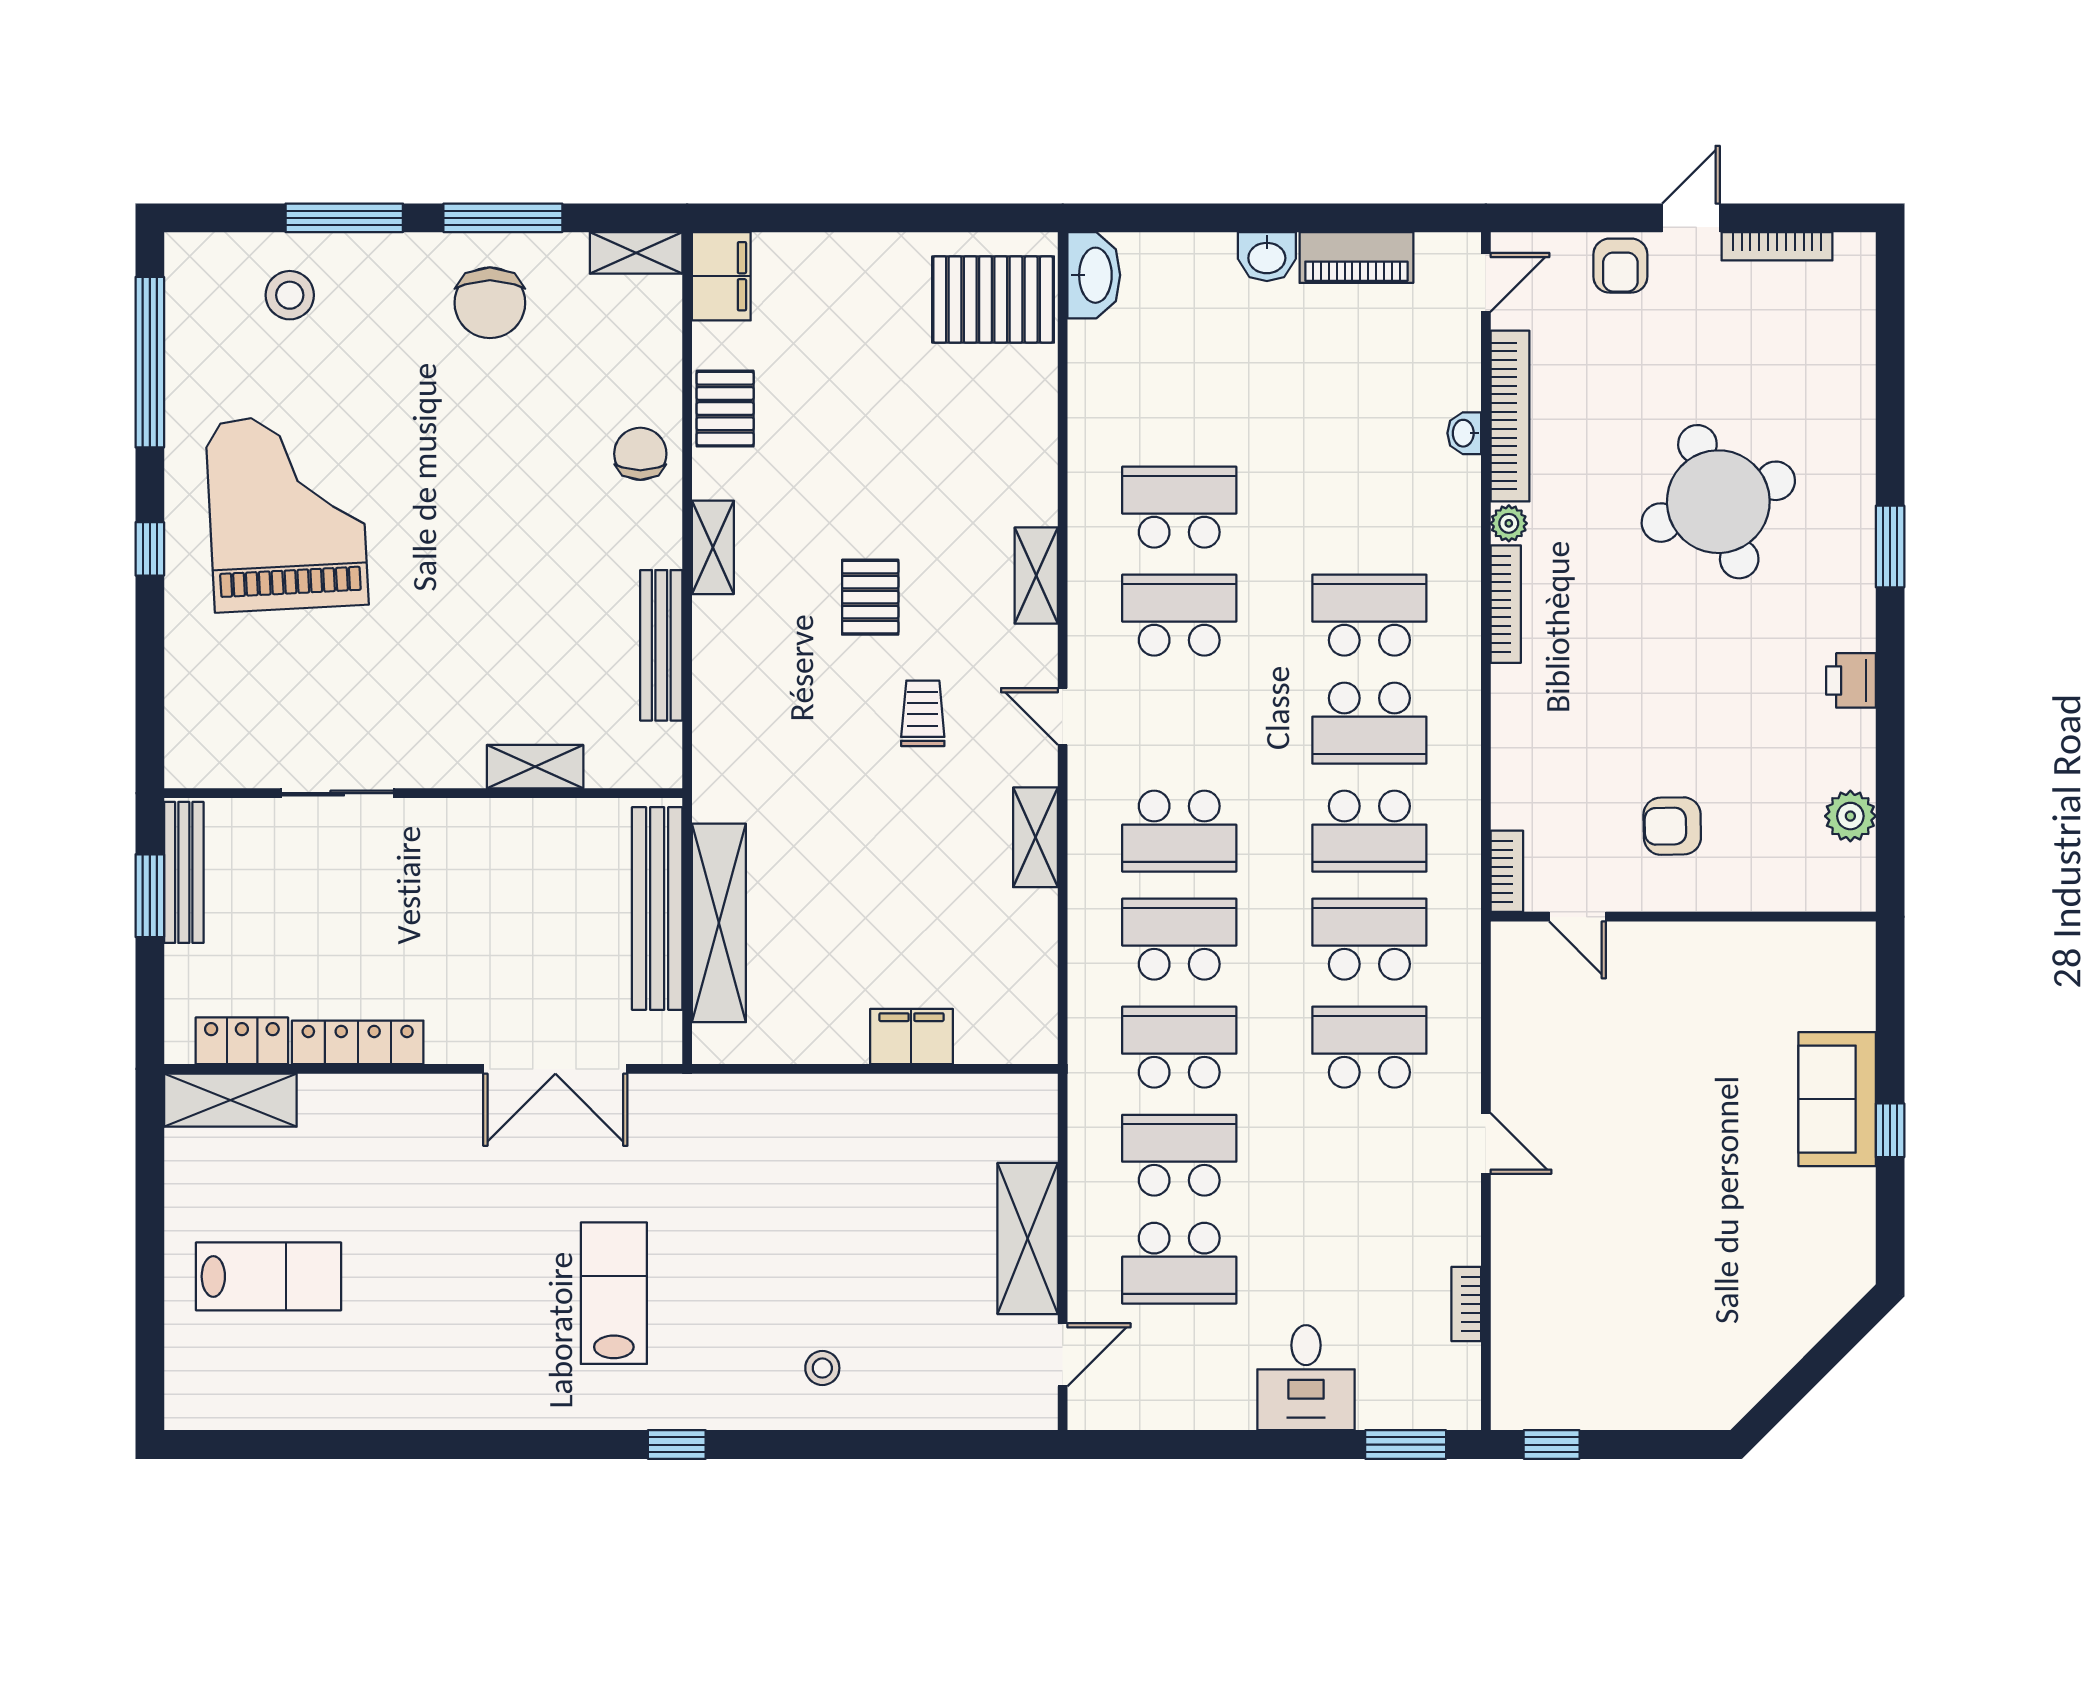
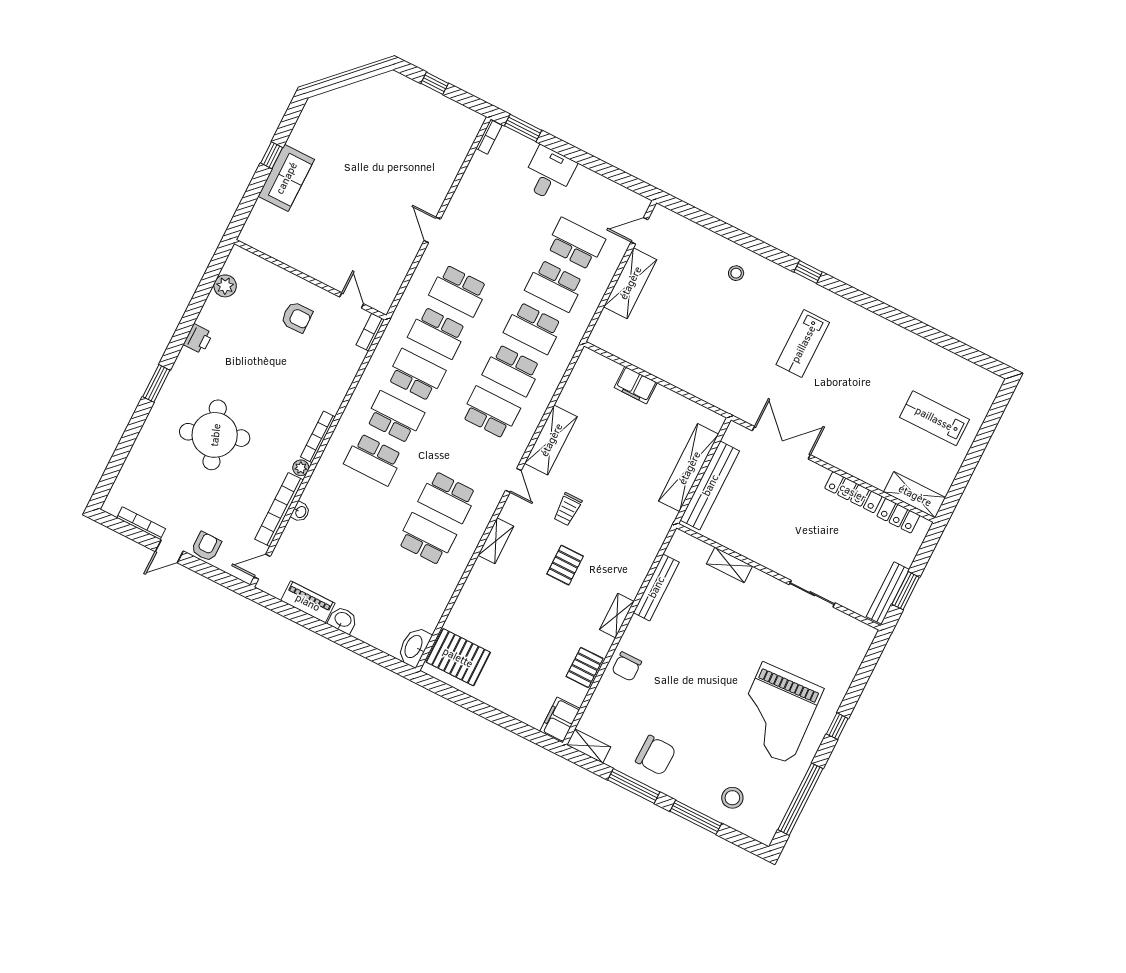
chair: (490, 303) -> (656, 755), turned 91
school desk: (1179, 507) -> (426, 539), turned 180
shelving: (1036, 837) -> (551, 440), width x1.50, depth x1.33
bookcase: (1466, 1304) -> (489, 137), moved
window: (1552, 1445) -> (435, 83), moved

